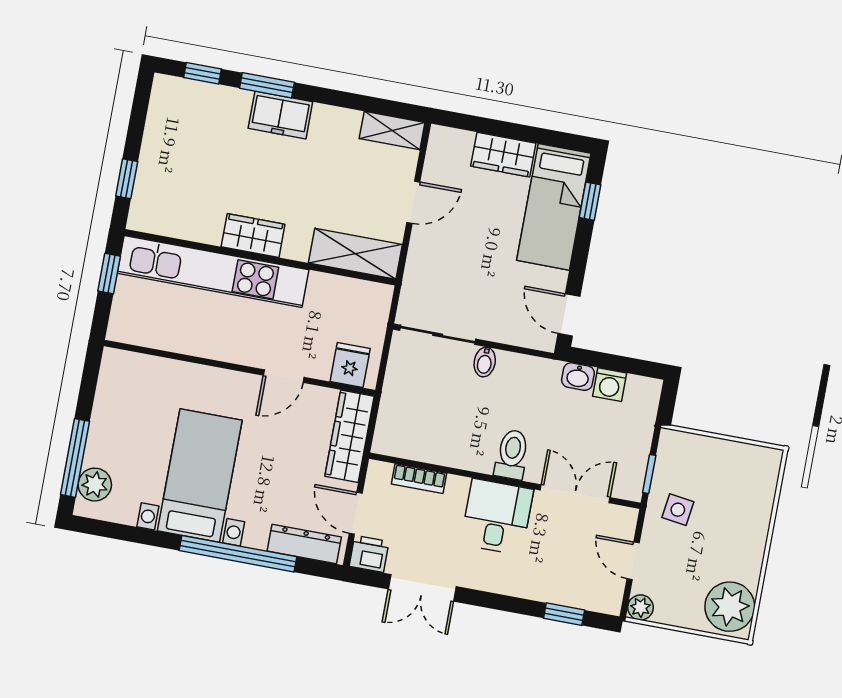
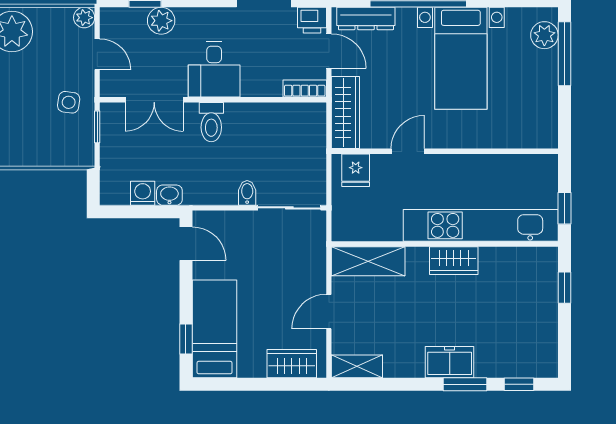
wardrobe: (503, 155) -> (292, 364), moved
bookcase: (419, 479) -> (305, 89), moved
plant: (549, 587) -> (161, 21), added

